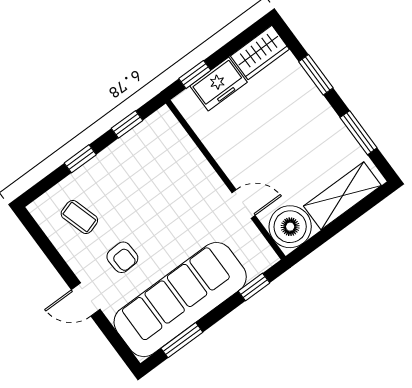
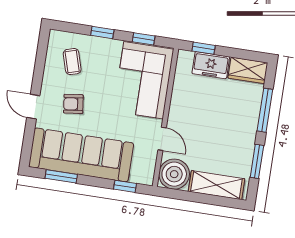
window: (316, 75) -> (265, 110), width x1.44
corner sofa: (168, 165) -> (144, 80), added
armchair: (122, 257) -> (73, 104), turned 86

